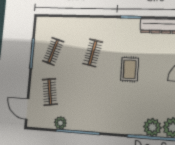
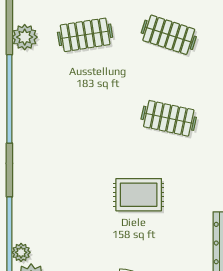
plant: (60, 123) -> (25, 37), moved
plant: (152, 127) -> (21, 252), width x0.53, depth x0.53

